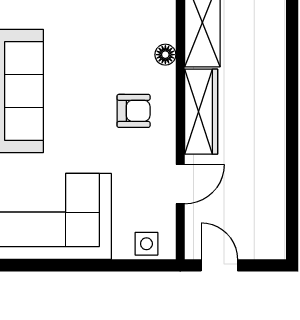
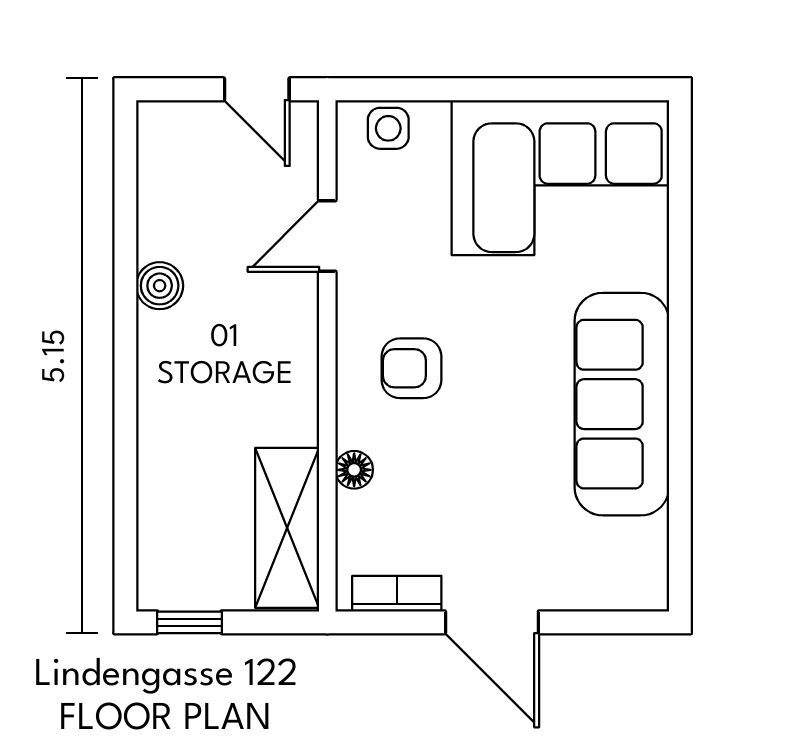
wardrobe: (201, 112) -> (289, 367), removed
boiler: (273, 157) -> (160, 286), added

